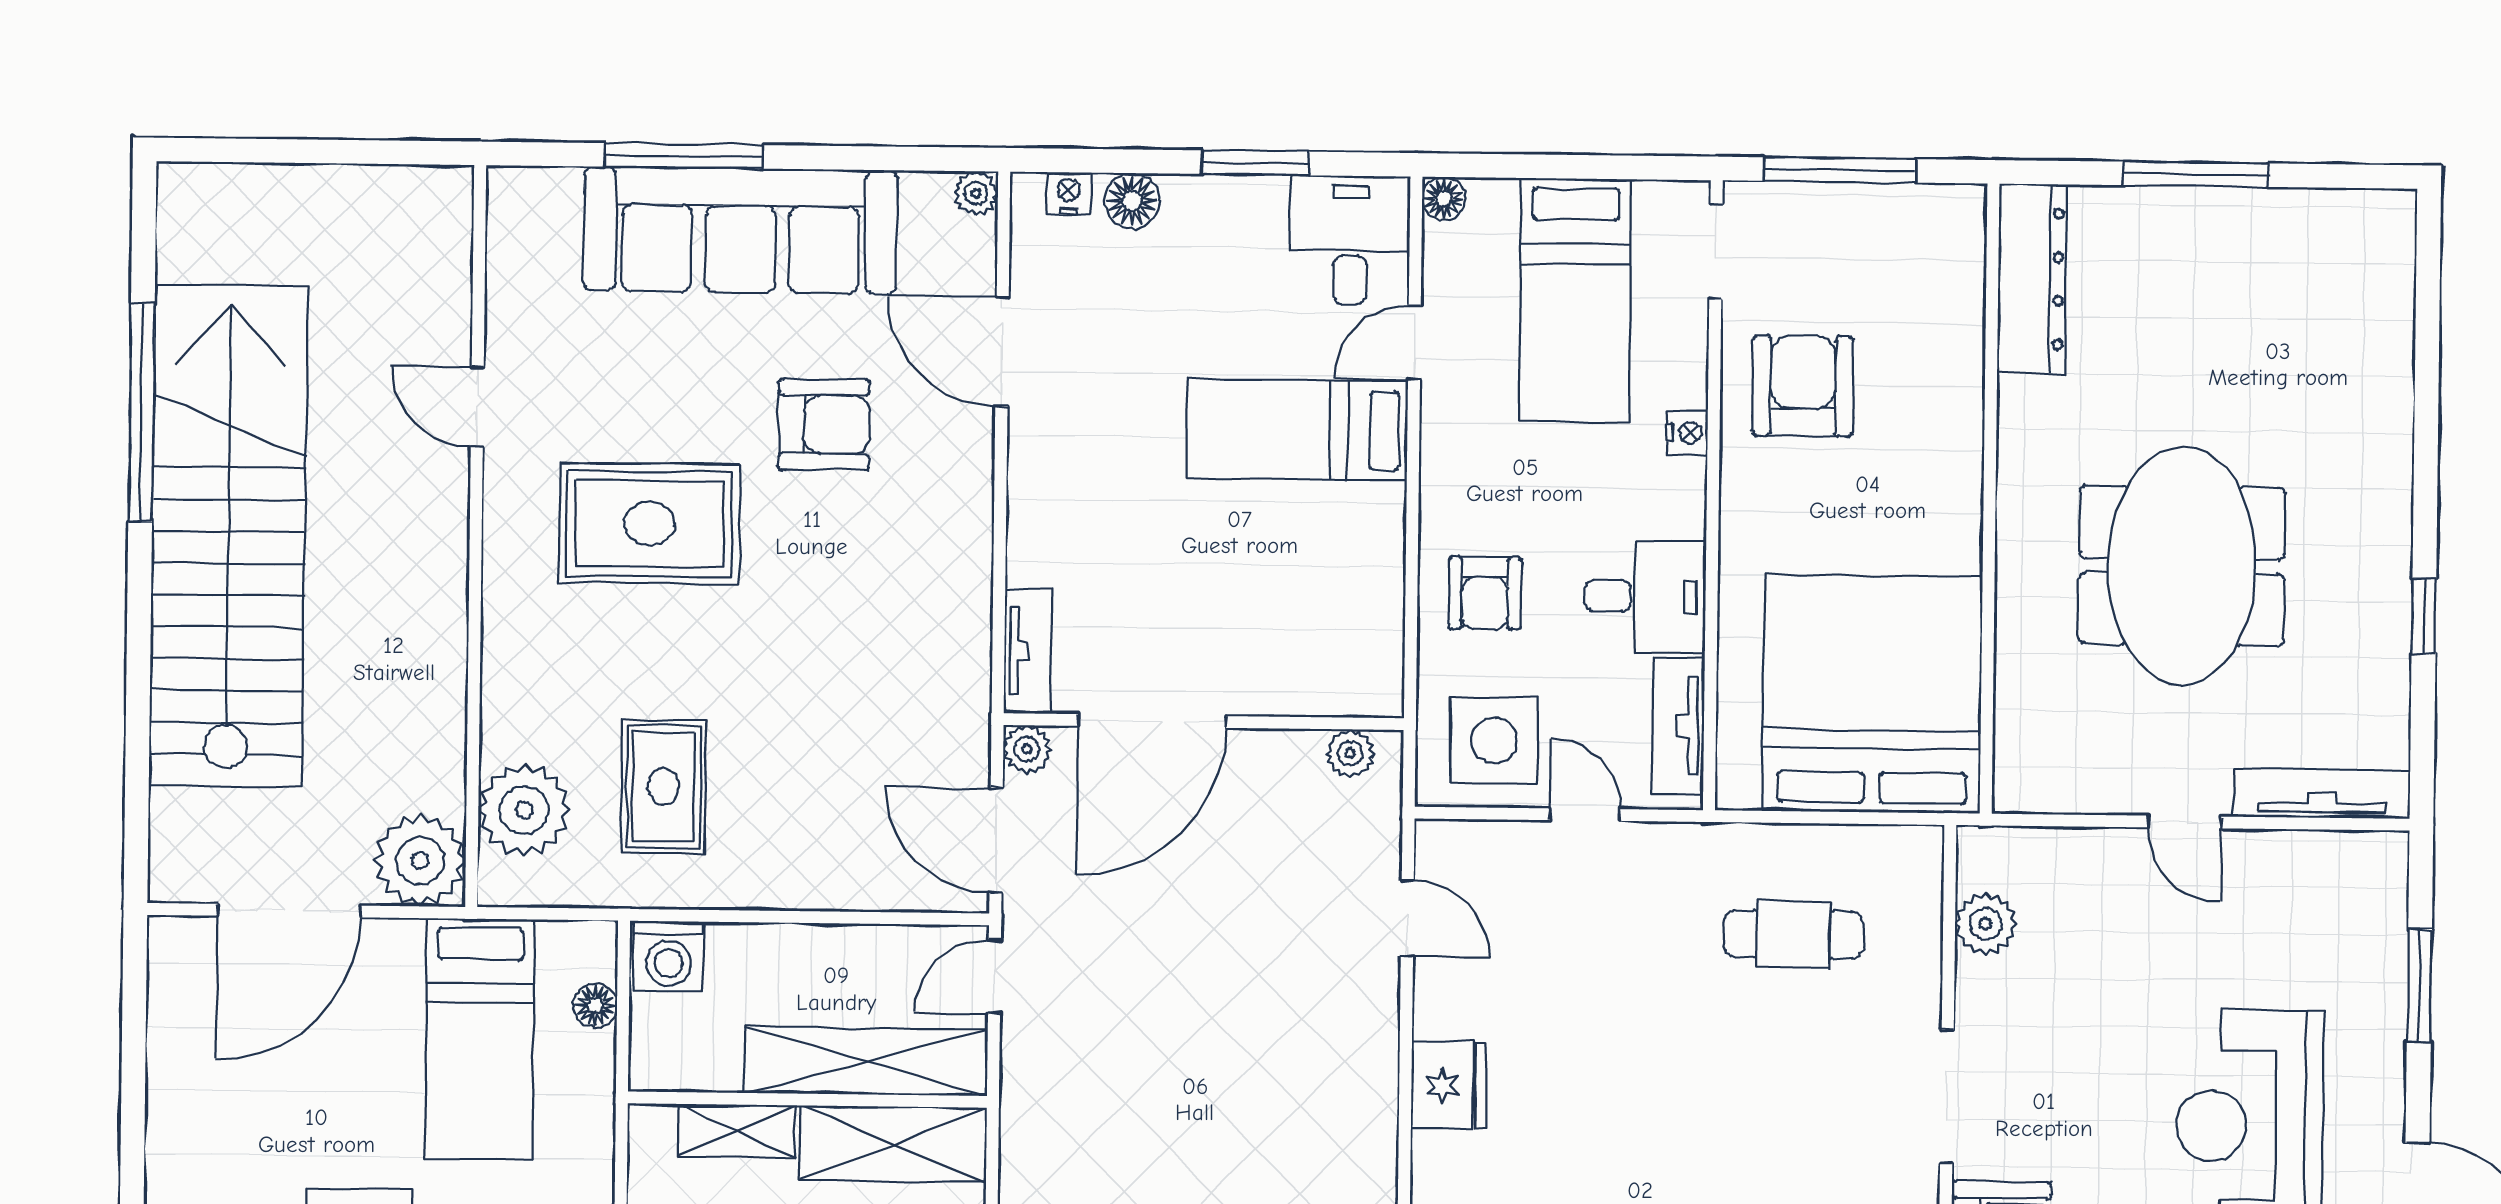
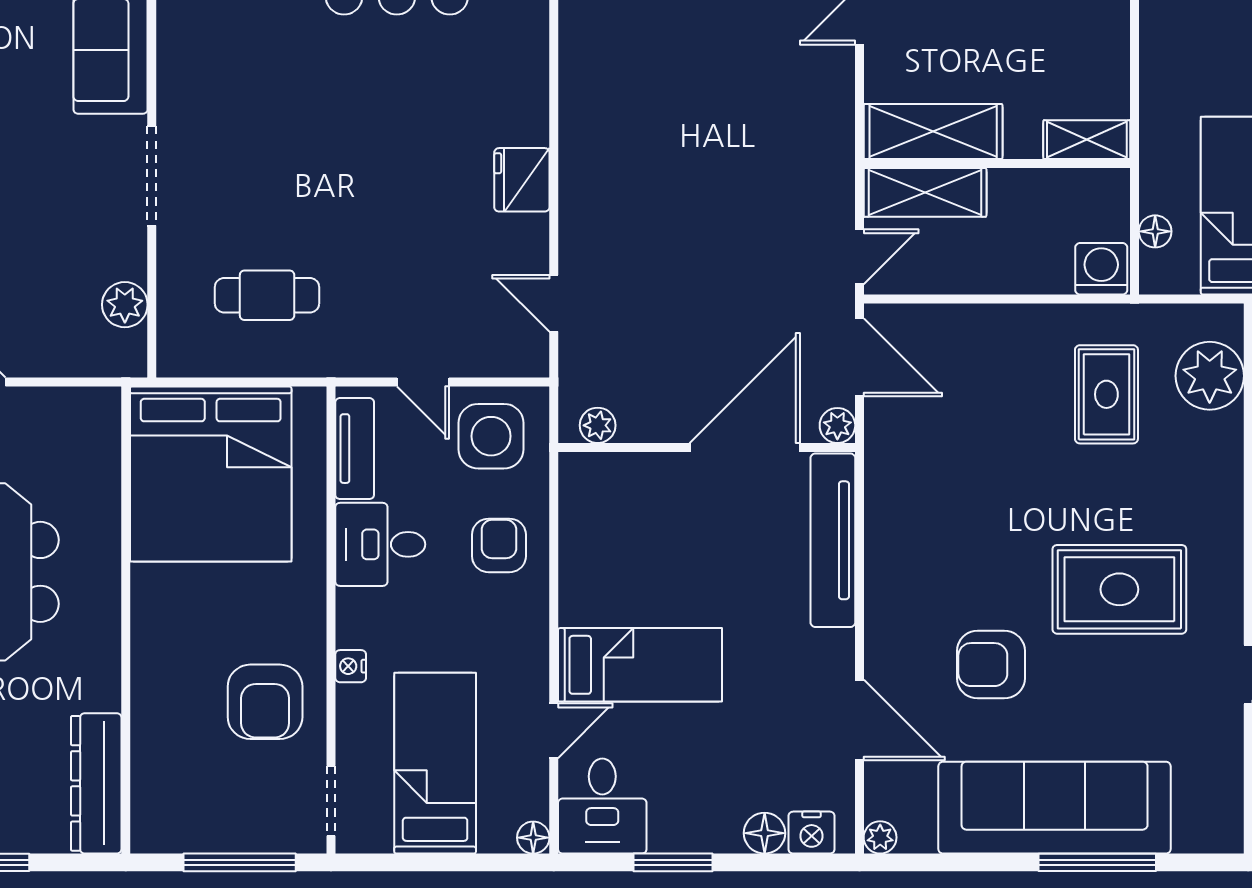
nightstand: (1069, 193) -> (812, 833), width x1.39, depth x1.35
tv unit: (1028, 650) -> (833, 540), width x1.92, depth x1.29
shelving: (866, 1061) -> (925, 192), width x0.68
shelving: (737, 1131) -> (1087, 140), moved

